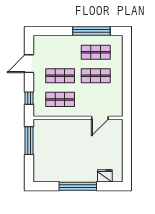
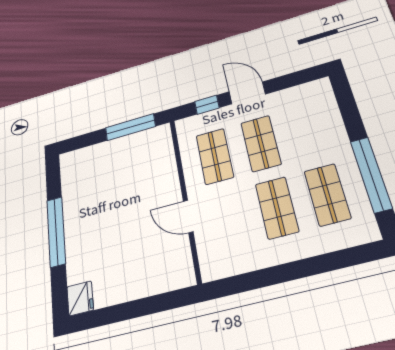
door: (29, 64) -> (247, 93), moved
door: (100, 118) -> (188, 216), moved
fridge: (105, 176) -> (80, 298), moved

